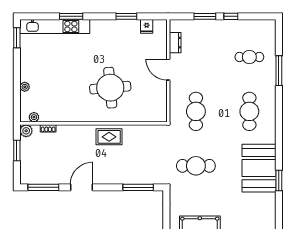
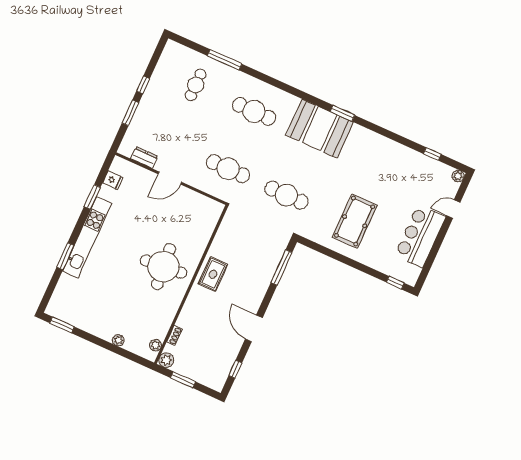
kitchen unit: (55, 27) -> (87, 237), moved
round table: (110, 88) -> (163, 267), moved
cafe table: (196, 166) -> (286, 195), turned 90
window: (43, 187) -> (235, 369), width x0.46

